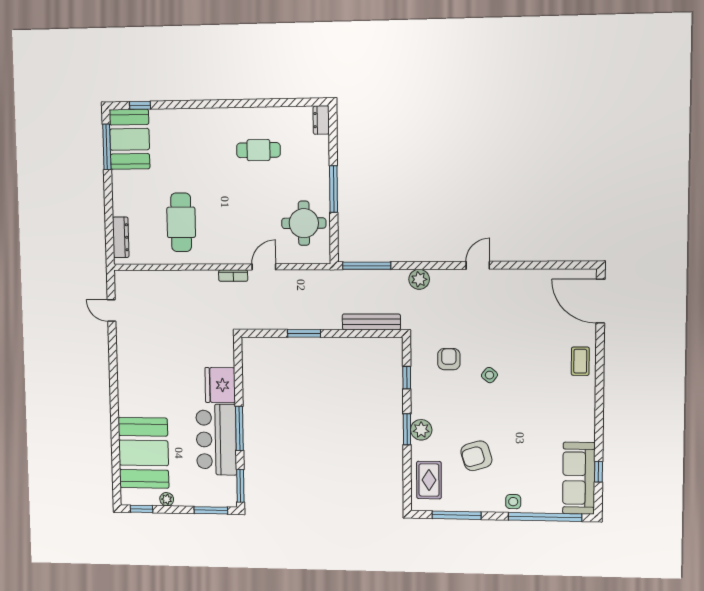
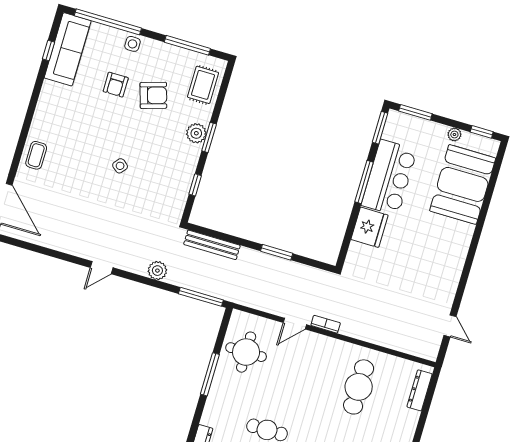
armchair: (449, 359) -> (116, 85), moved

